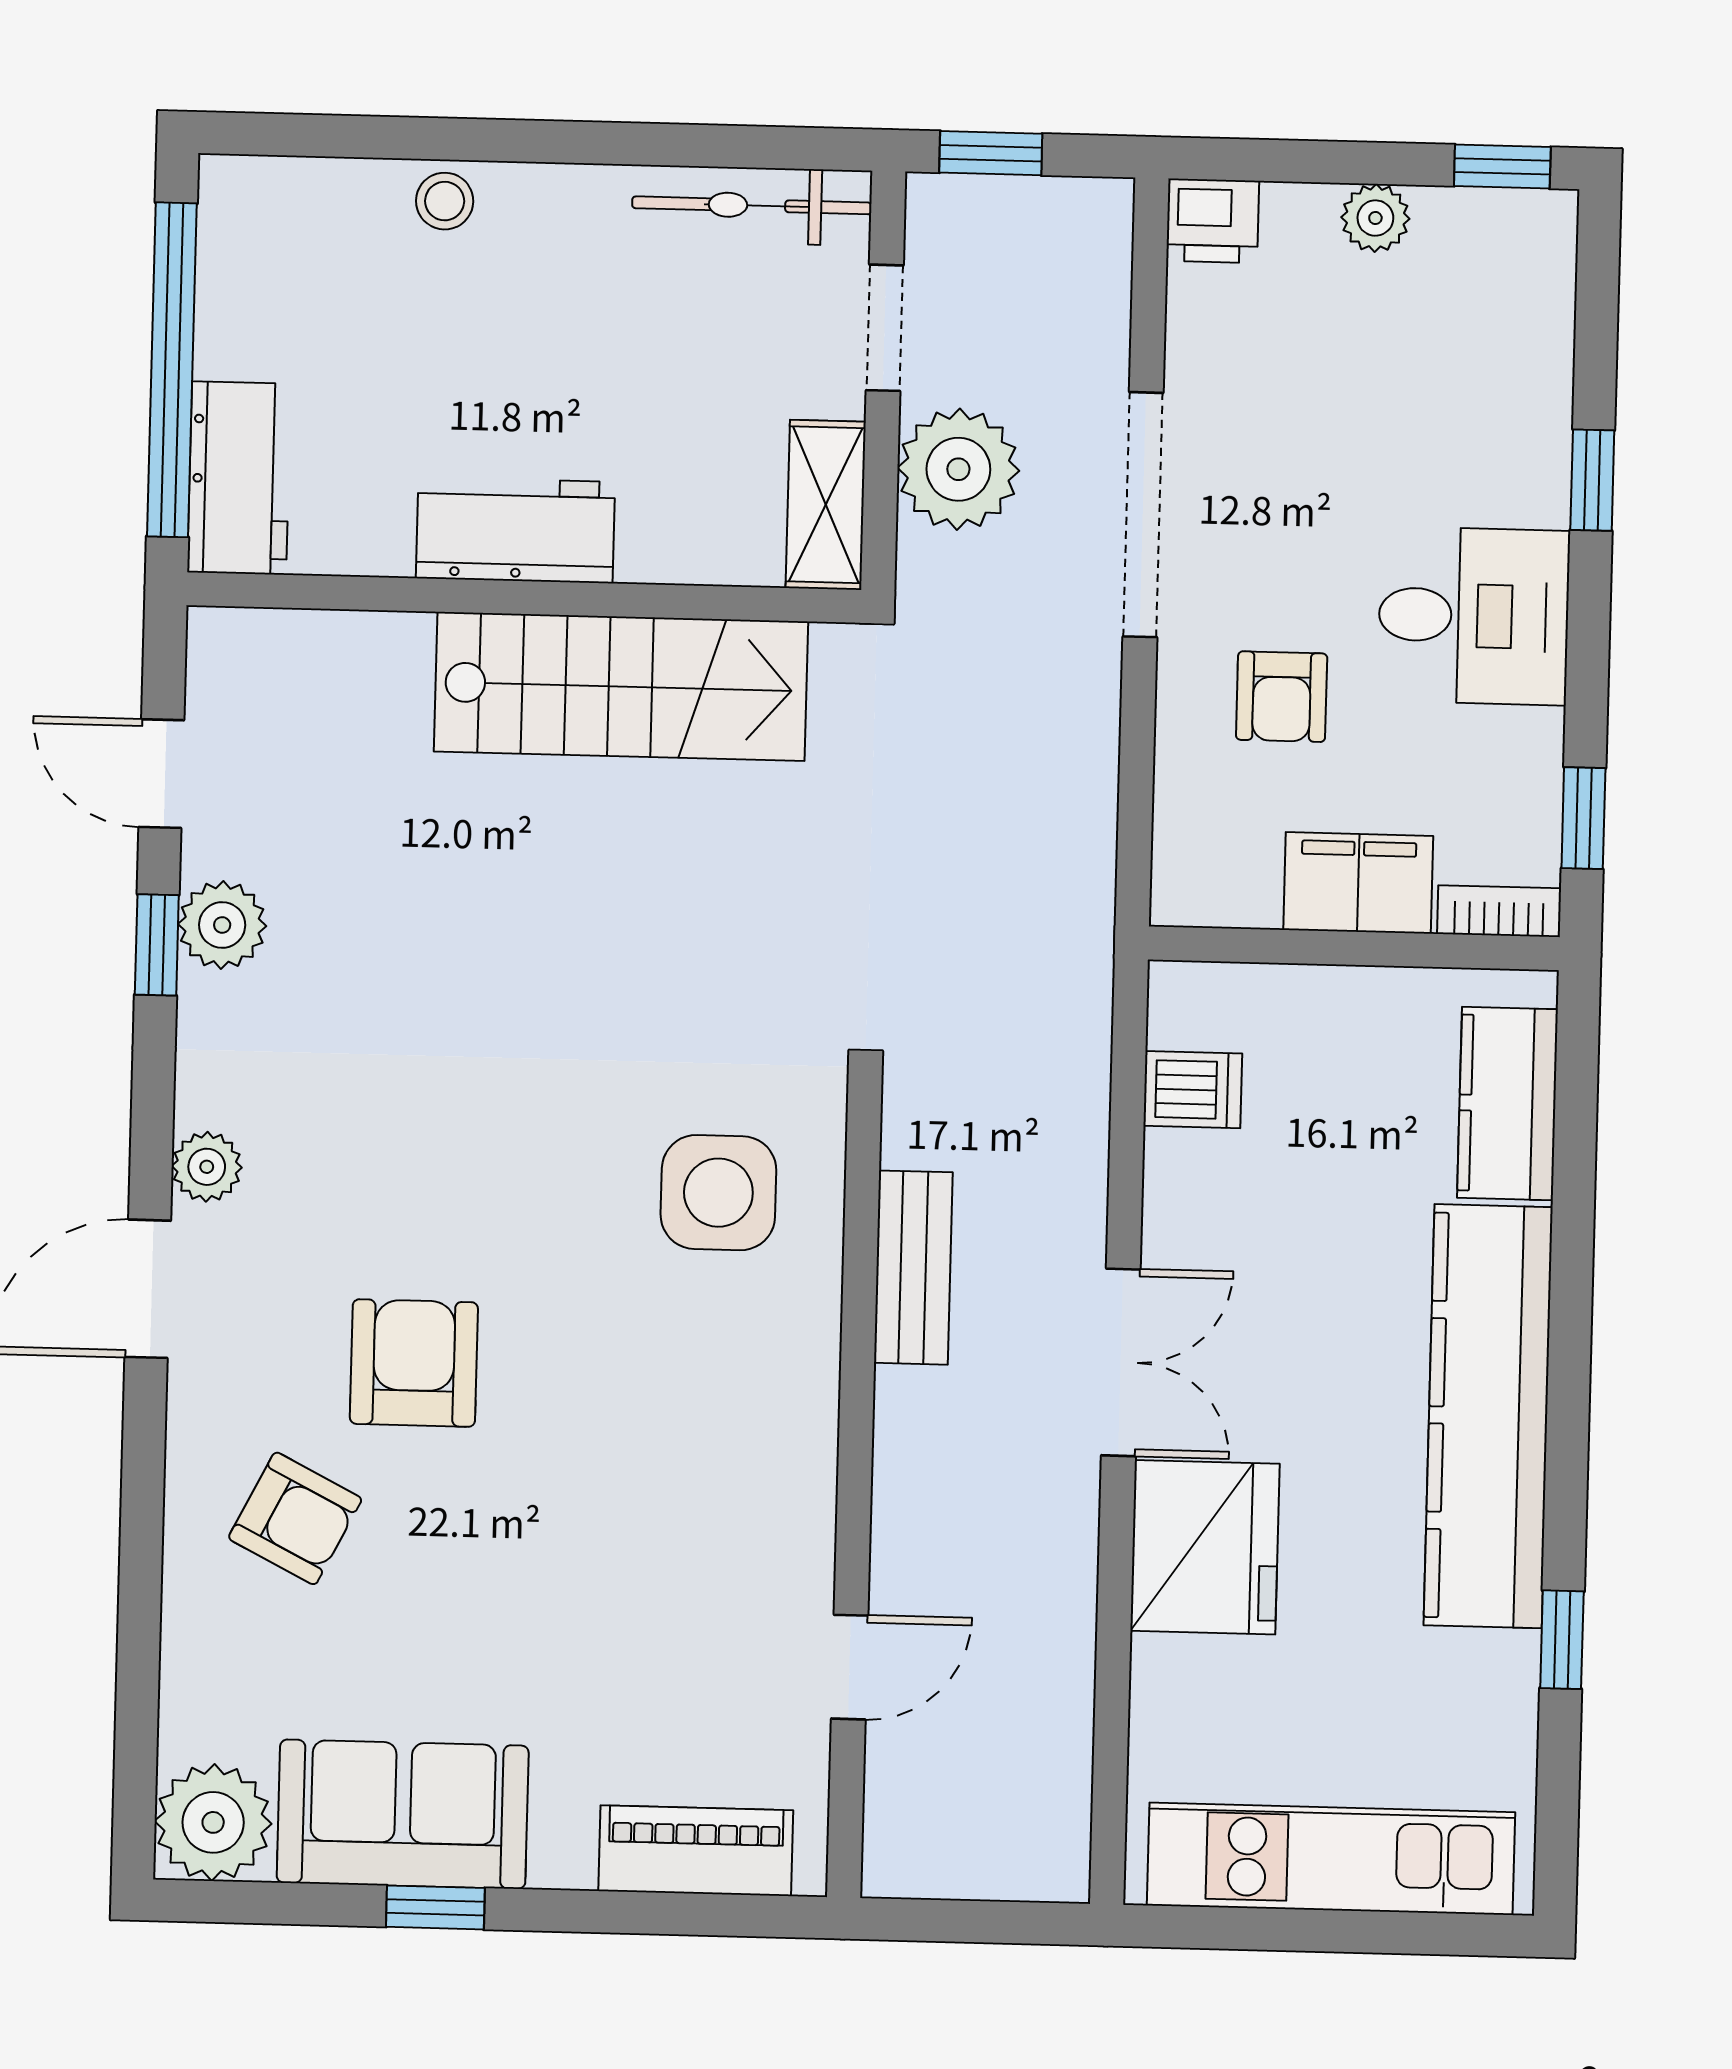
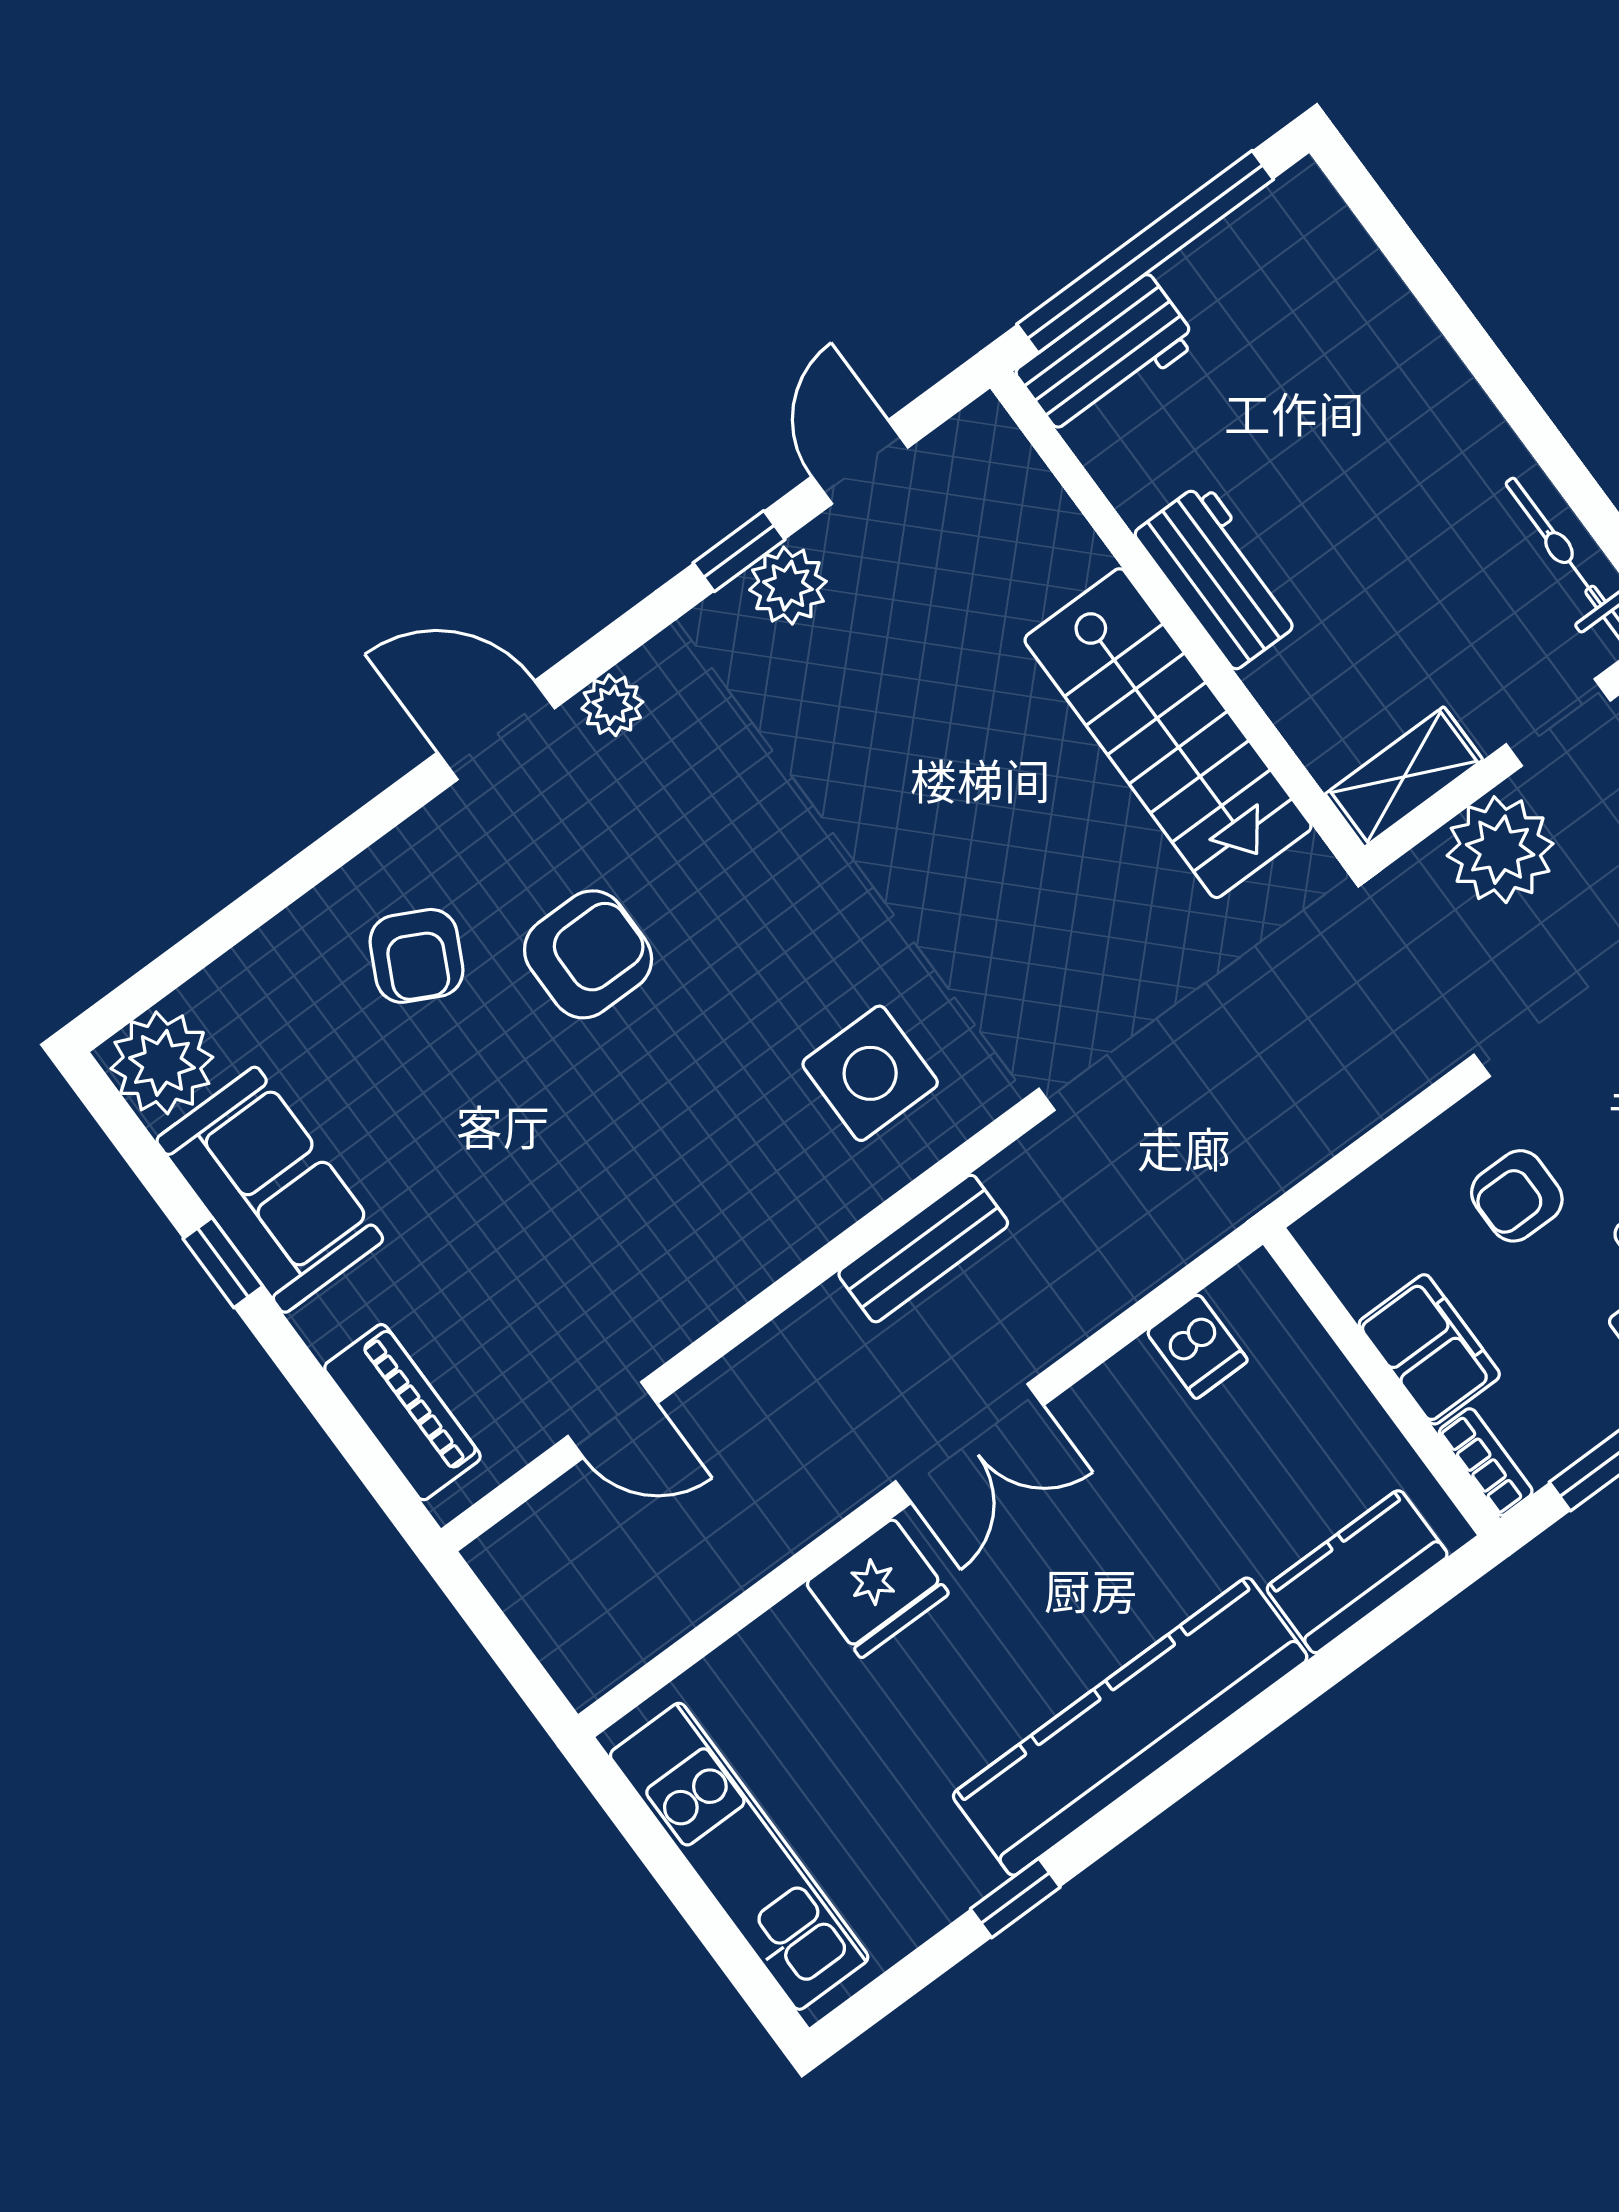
stool: (445, 201) -> (1409, 350), removed
fridge: (1205, 1547) -> (877, 1588), width x0.73, depth x0.75

